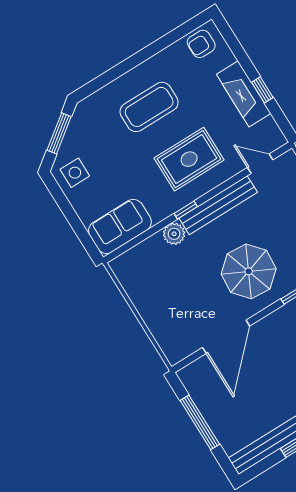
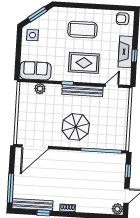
door: (260, 164) -> (112, 86), hinge flipped
plant: (174, 234) -> (40, 89), moved
door: (226, 337) -> (35, 147), moved
window: (200, 422) -> (11, 188), moved

